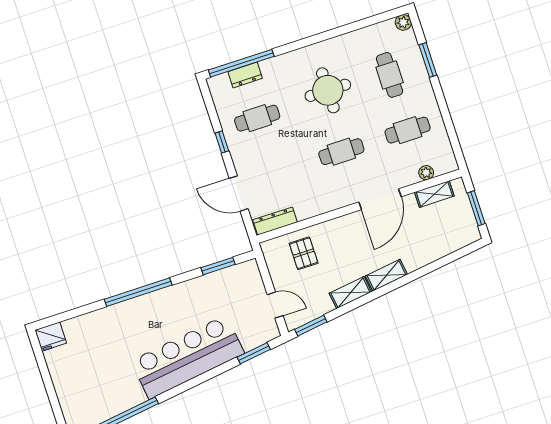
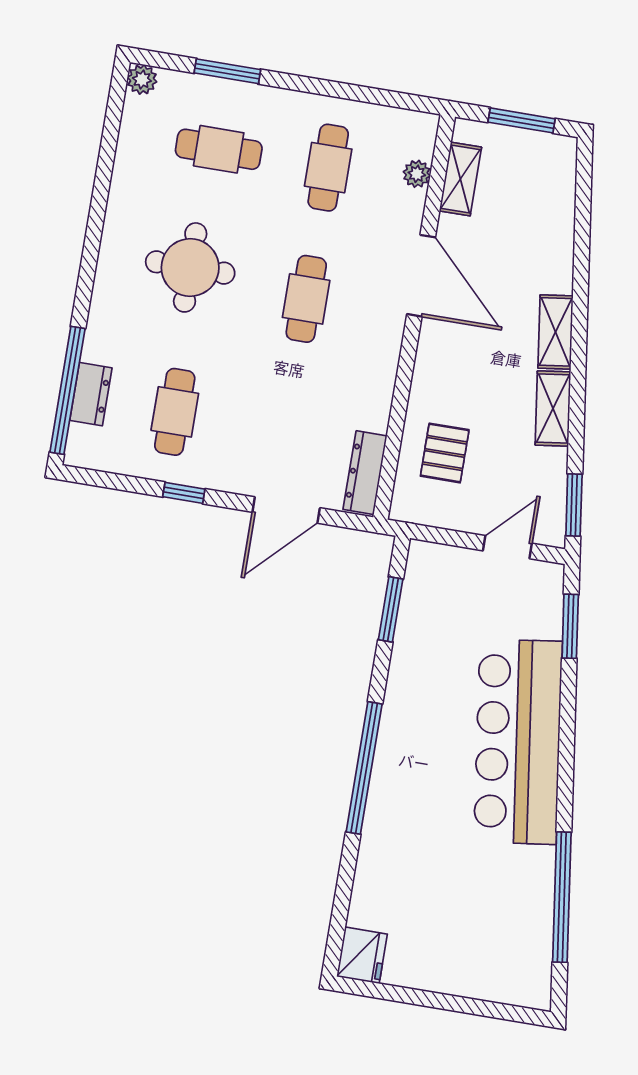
pallet: (304, 253) -> (445, 453), turned 90

